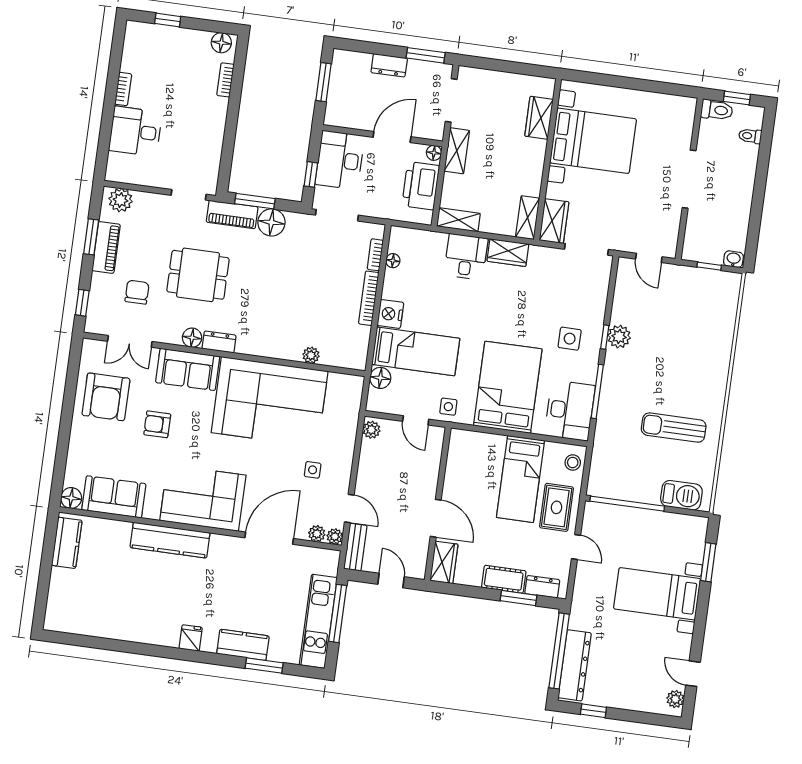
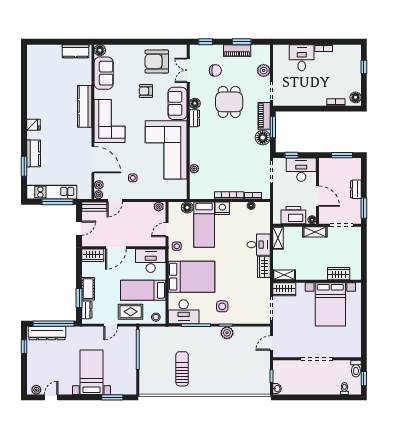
plant: (121, 200) -> (264, 70), moved
armchair: (157, 424) -> (146, 91), turned -90
desk: (468, 458) -> (151, 261), added
barbecue: (681, 495) -> (146, 378), removed

